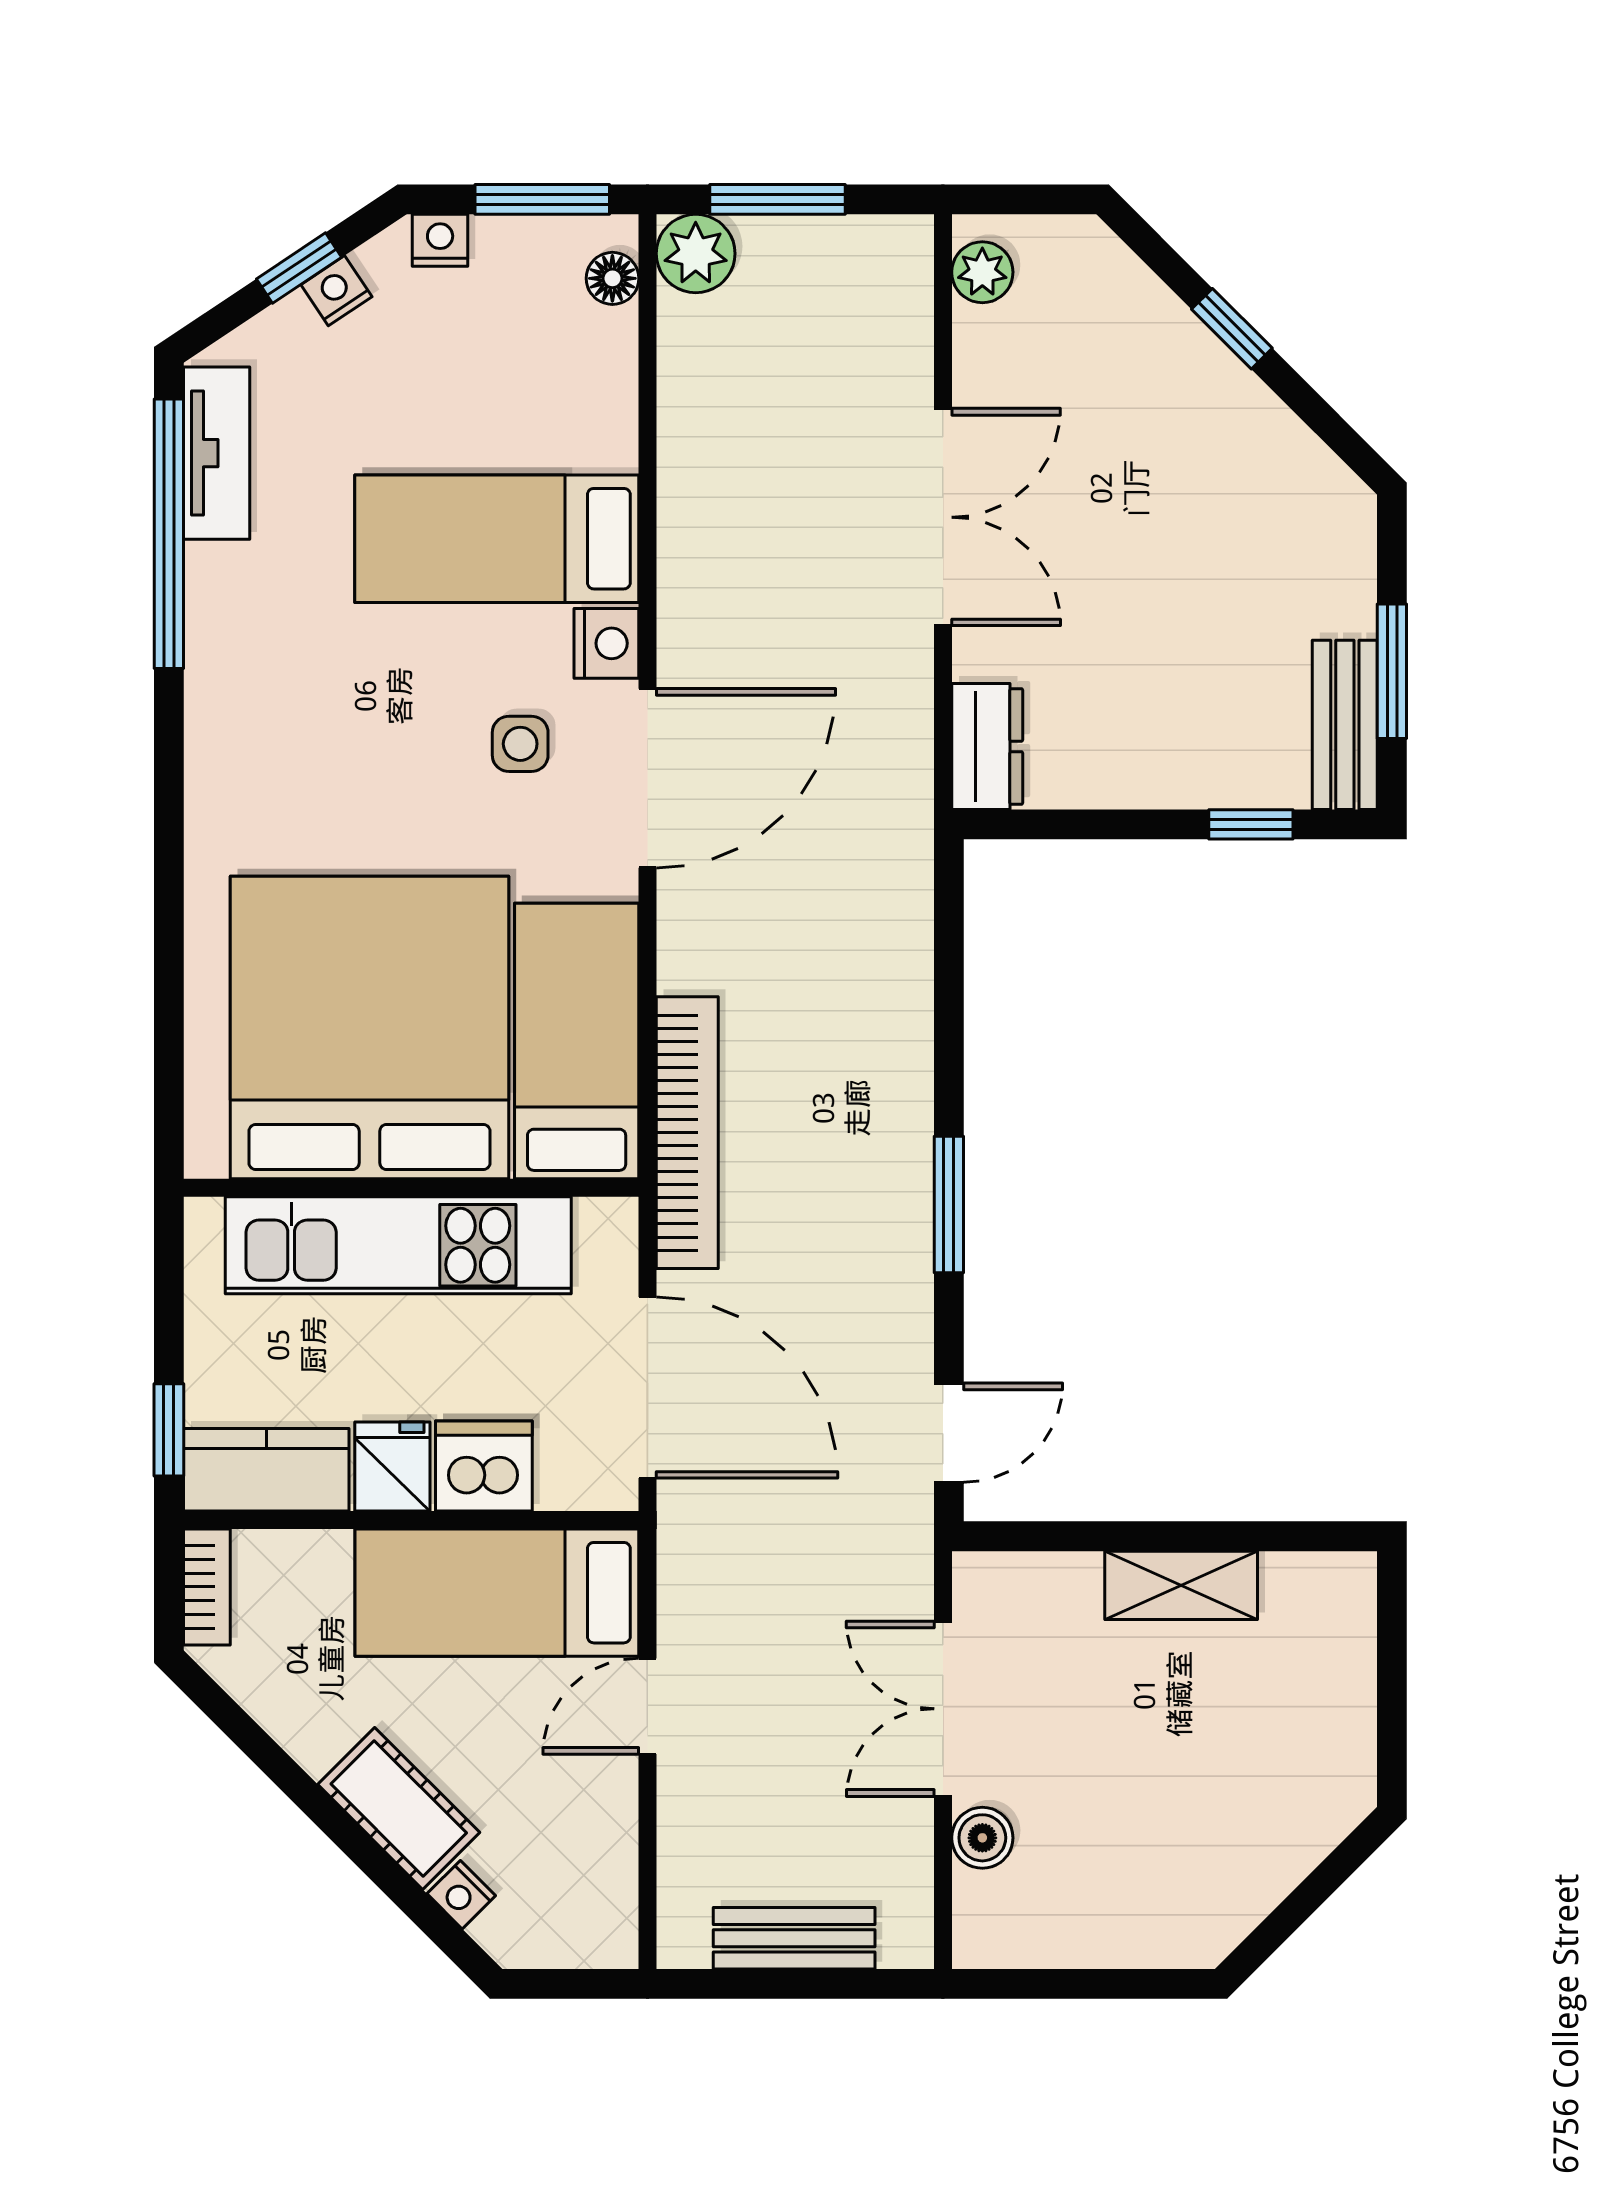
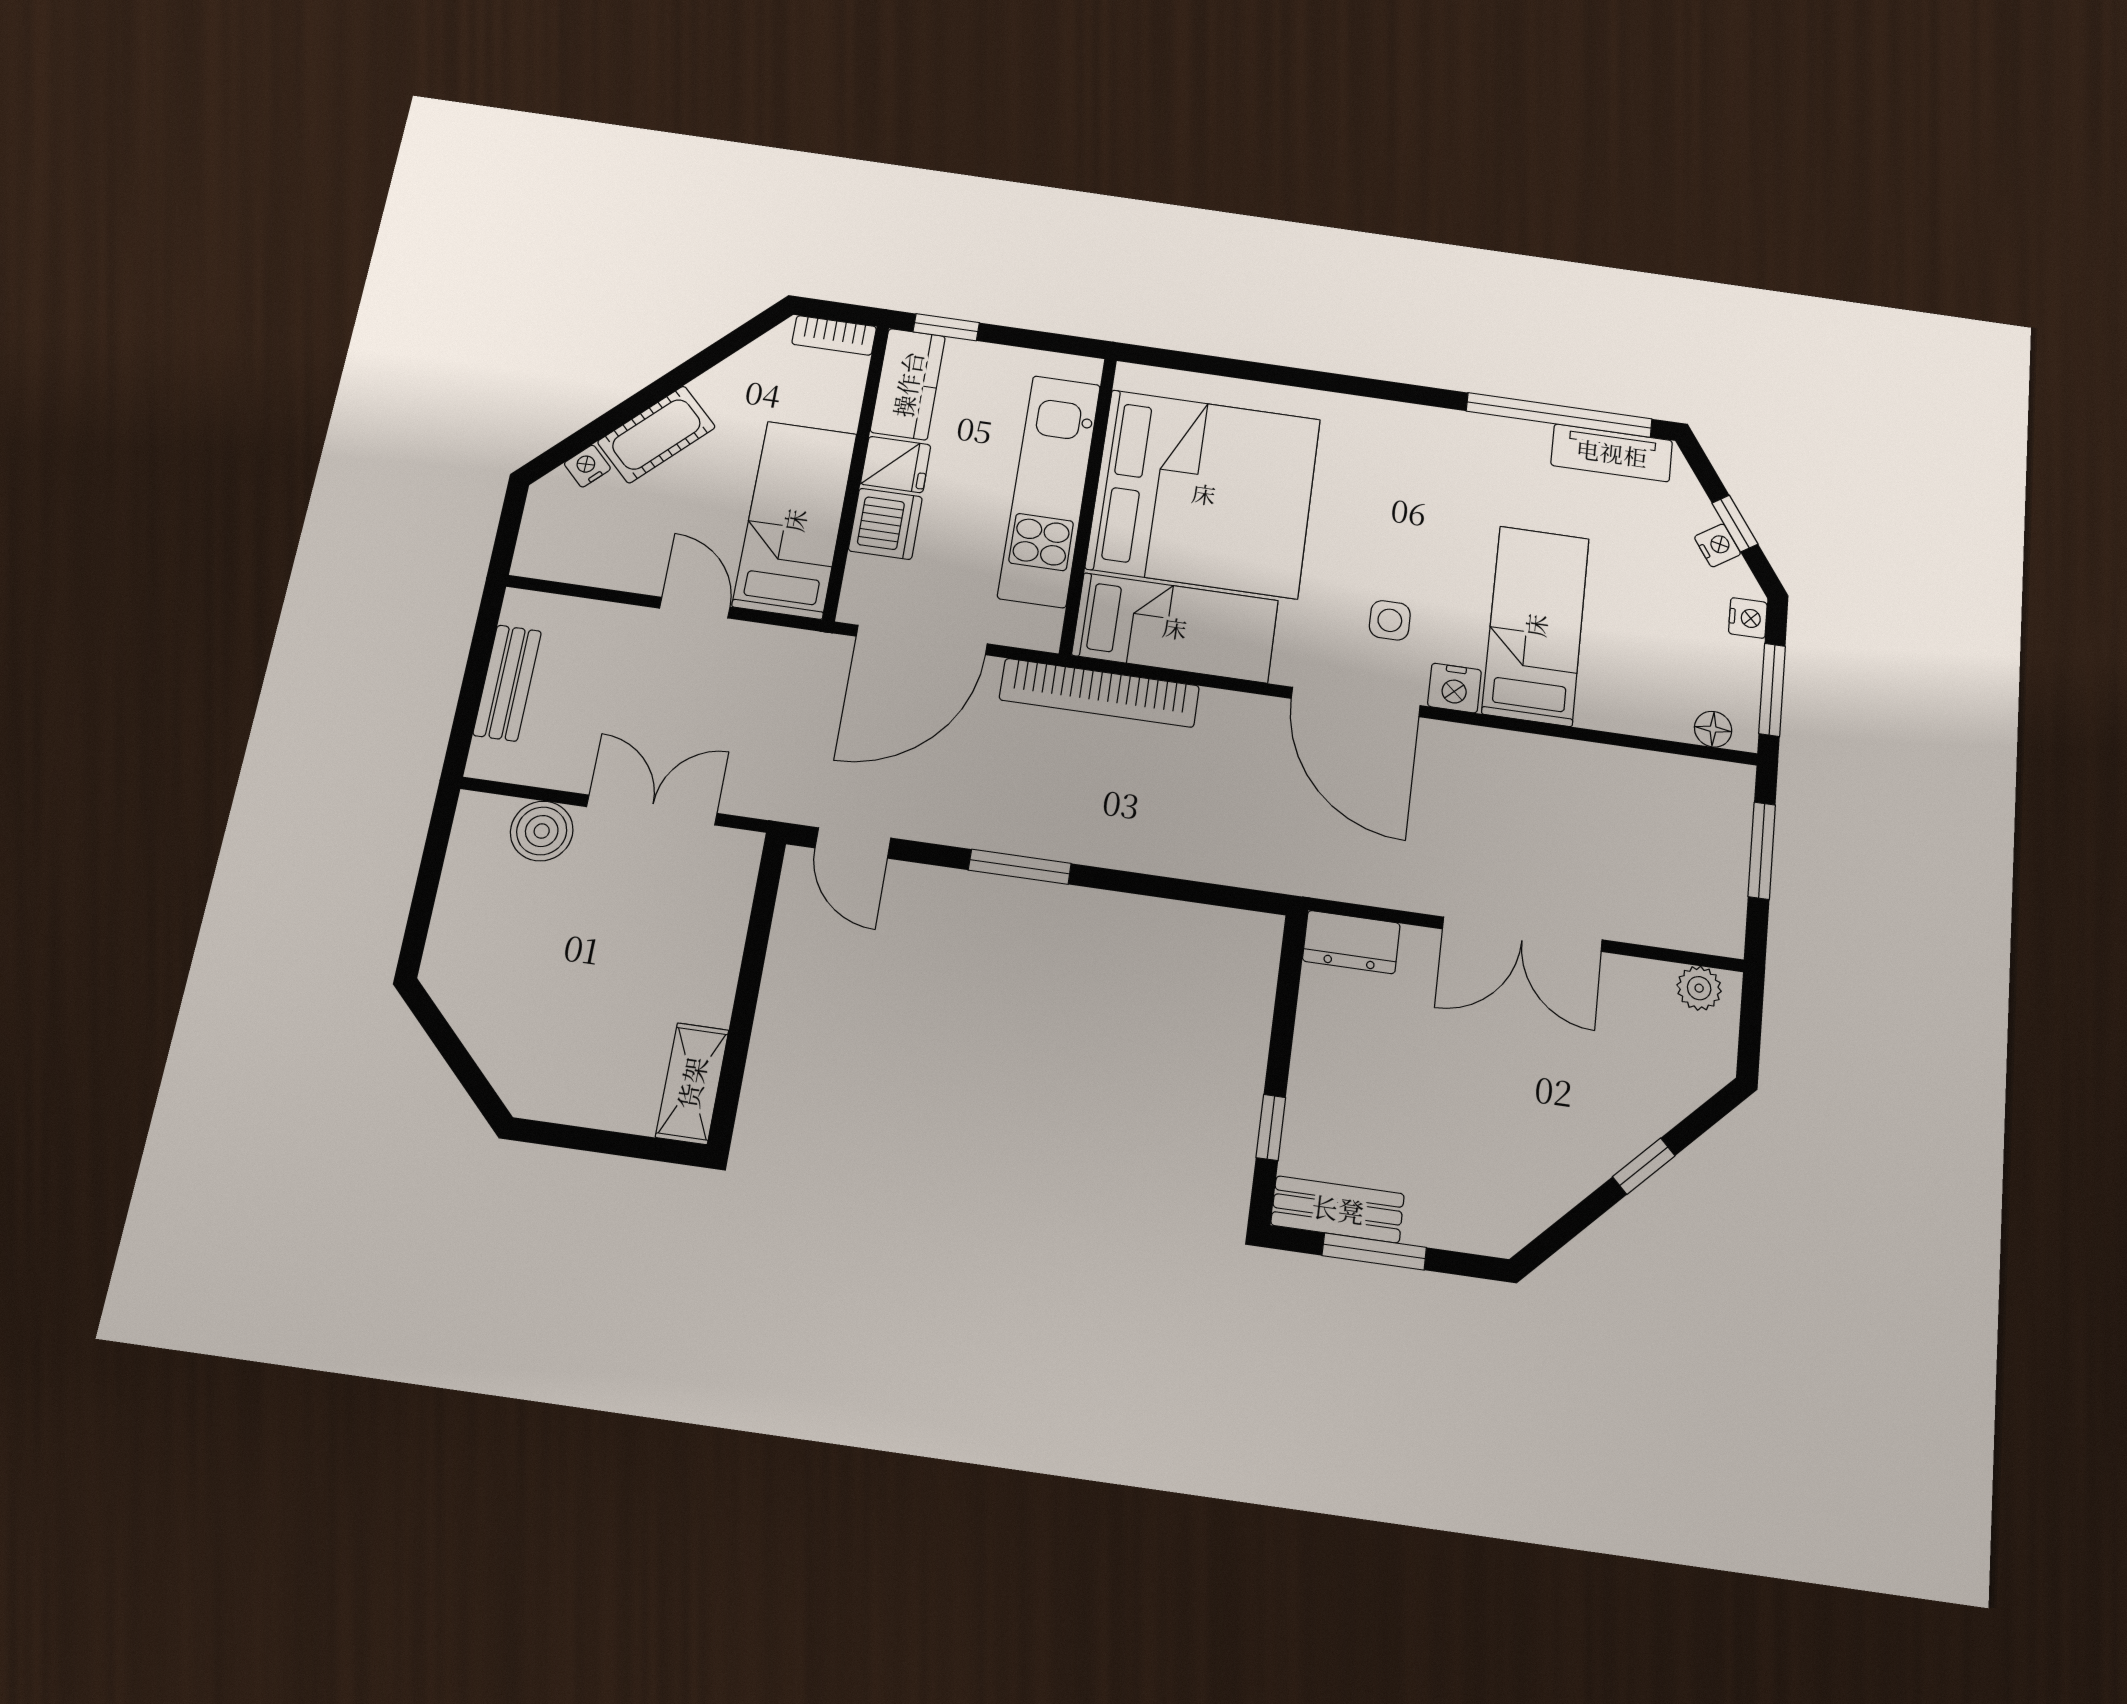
plant: (696, 254) -> (1727, 788), removed
shelving: (1181, 1585) -> (692, 1083), moved
boiler: (982, 1838) -> (542, 831), width x1.36, depth x1.36

